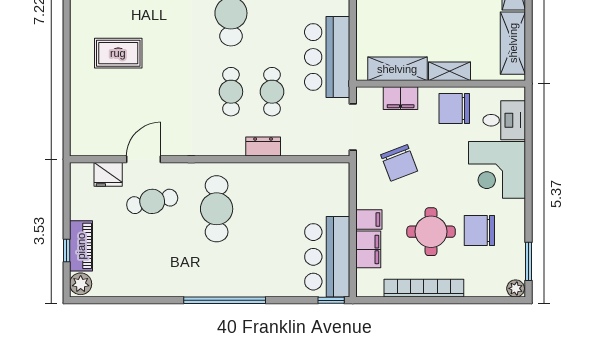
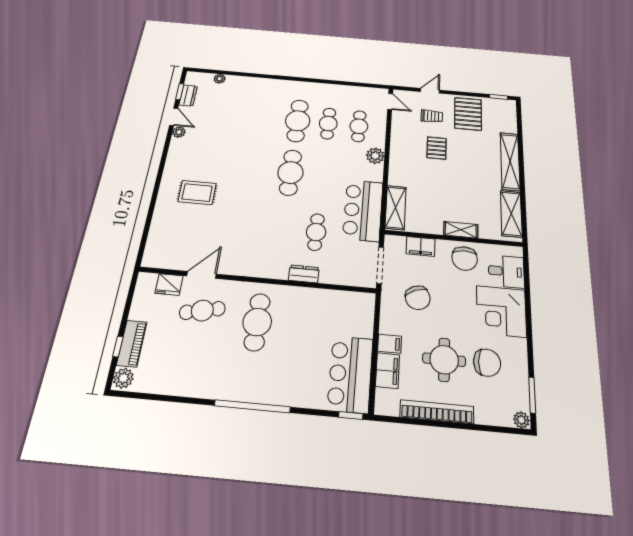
shelving: (397, 69) -> (396, 208), moved, turned 90
cafe table: (231, 92) -> (283, 229), removed
chair: (454, 109) -> (465, 258), turned -91
chair: (479, 231) -> (487, 363), turned 180

